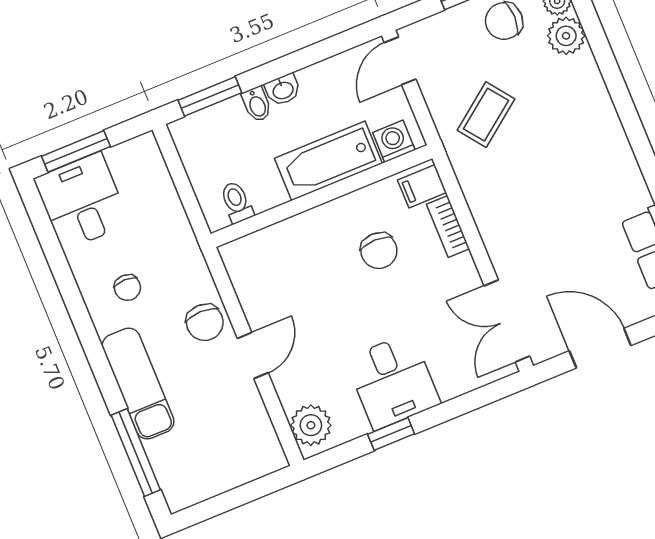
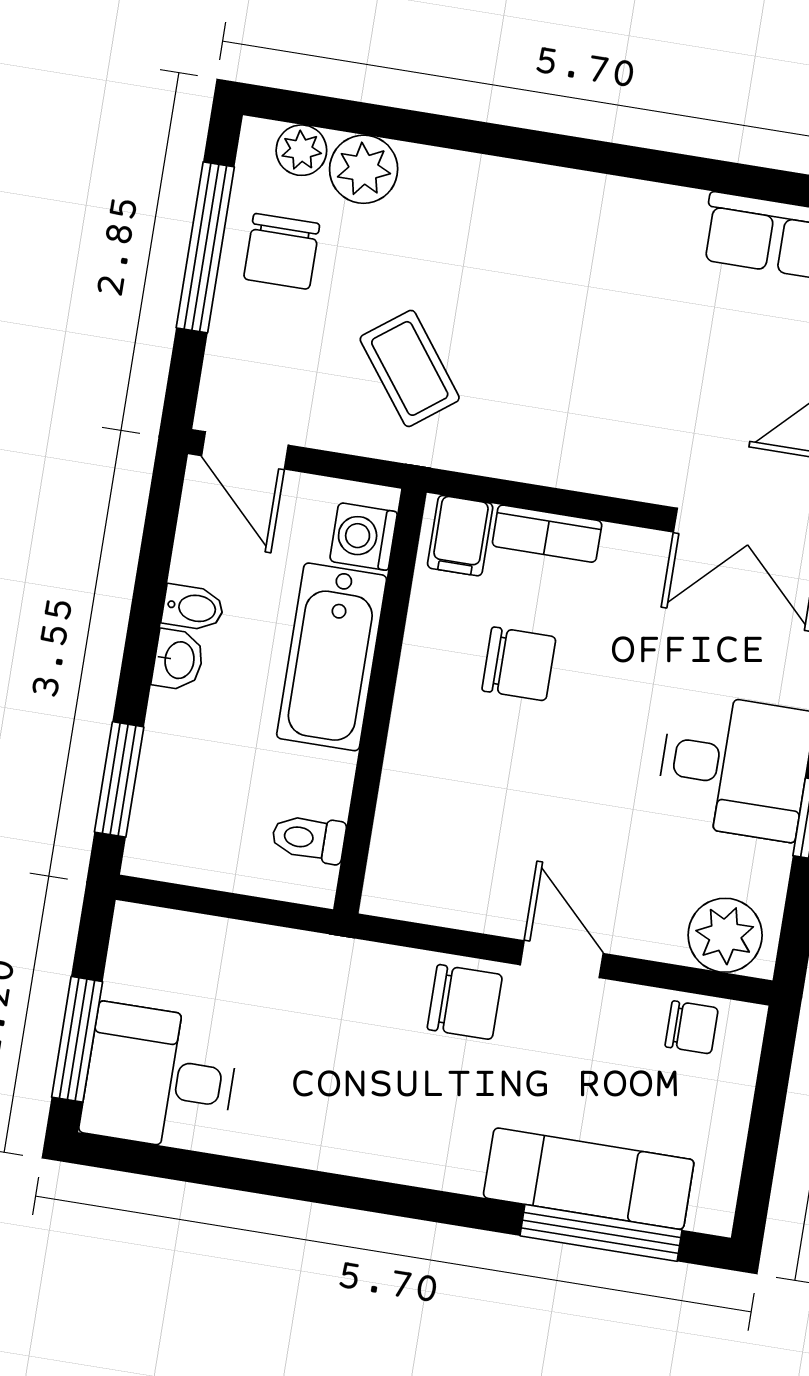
bidet: (257, 104) -> (193, 608), moved
chair: (127, 288) -> (692, 1027), moved
exam couch: (138, 383) -> (589, 1179), moved

